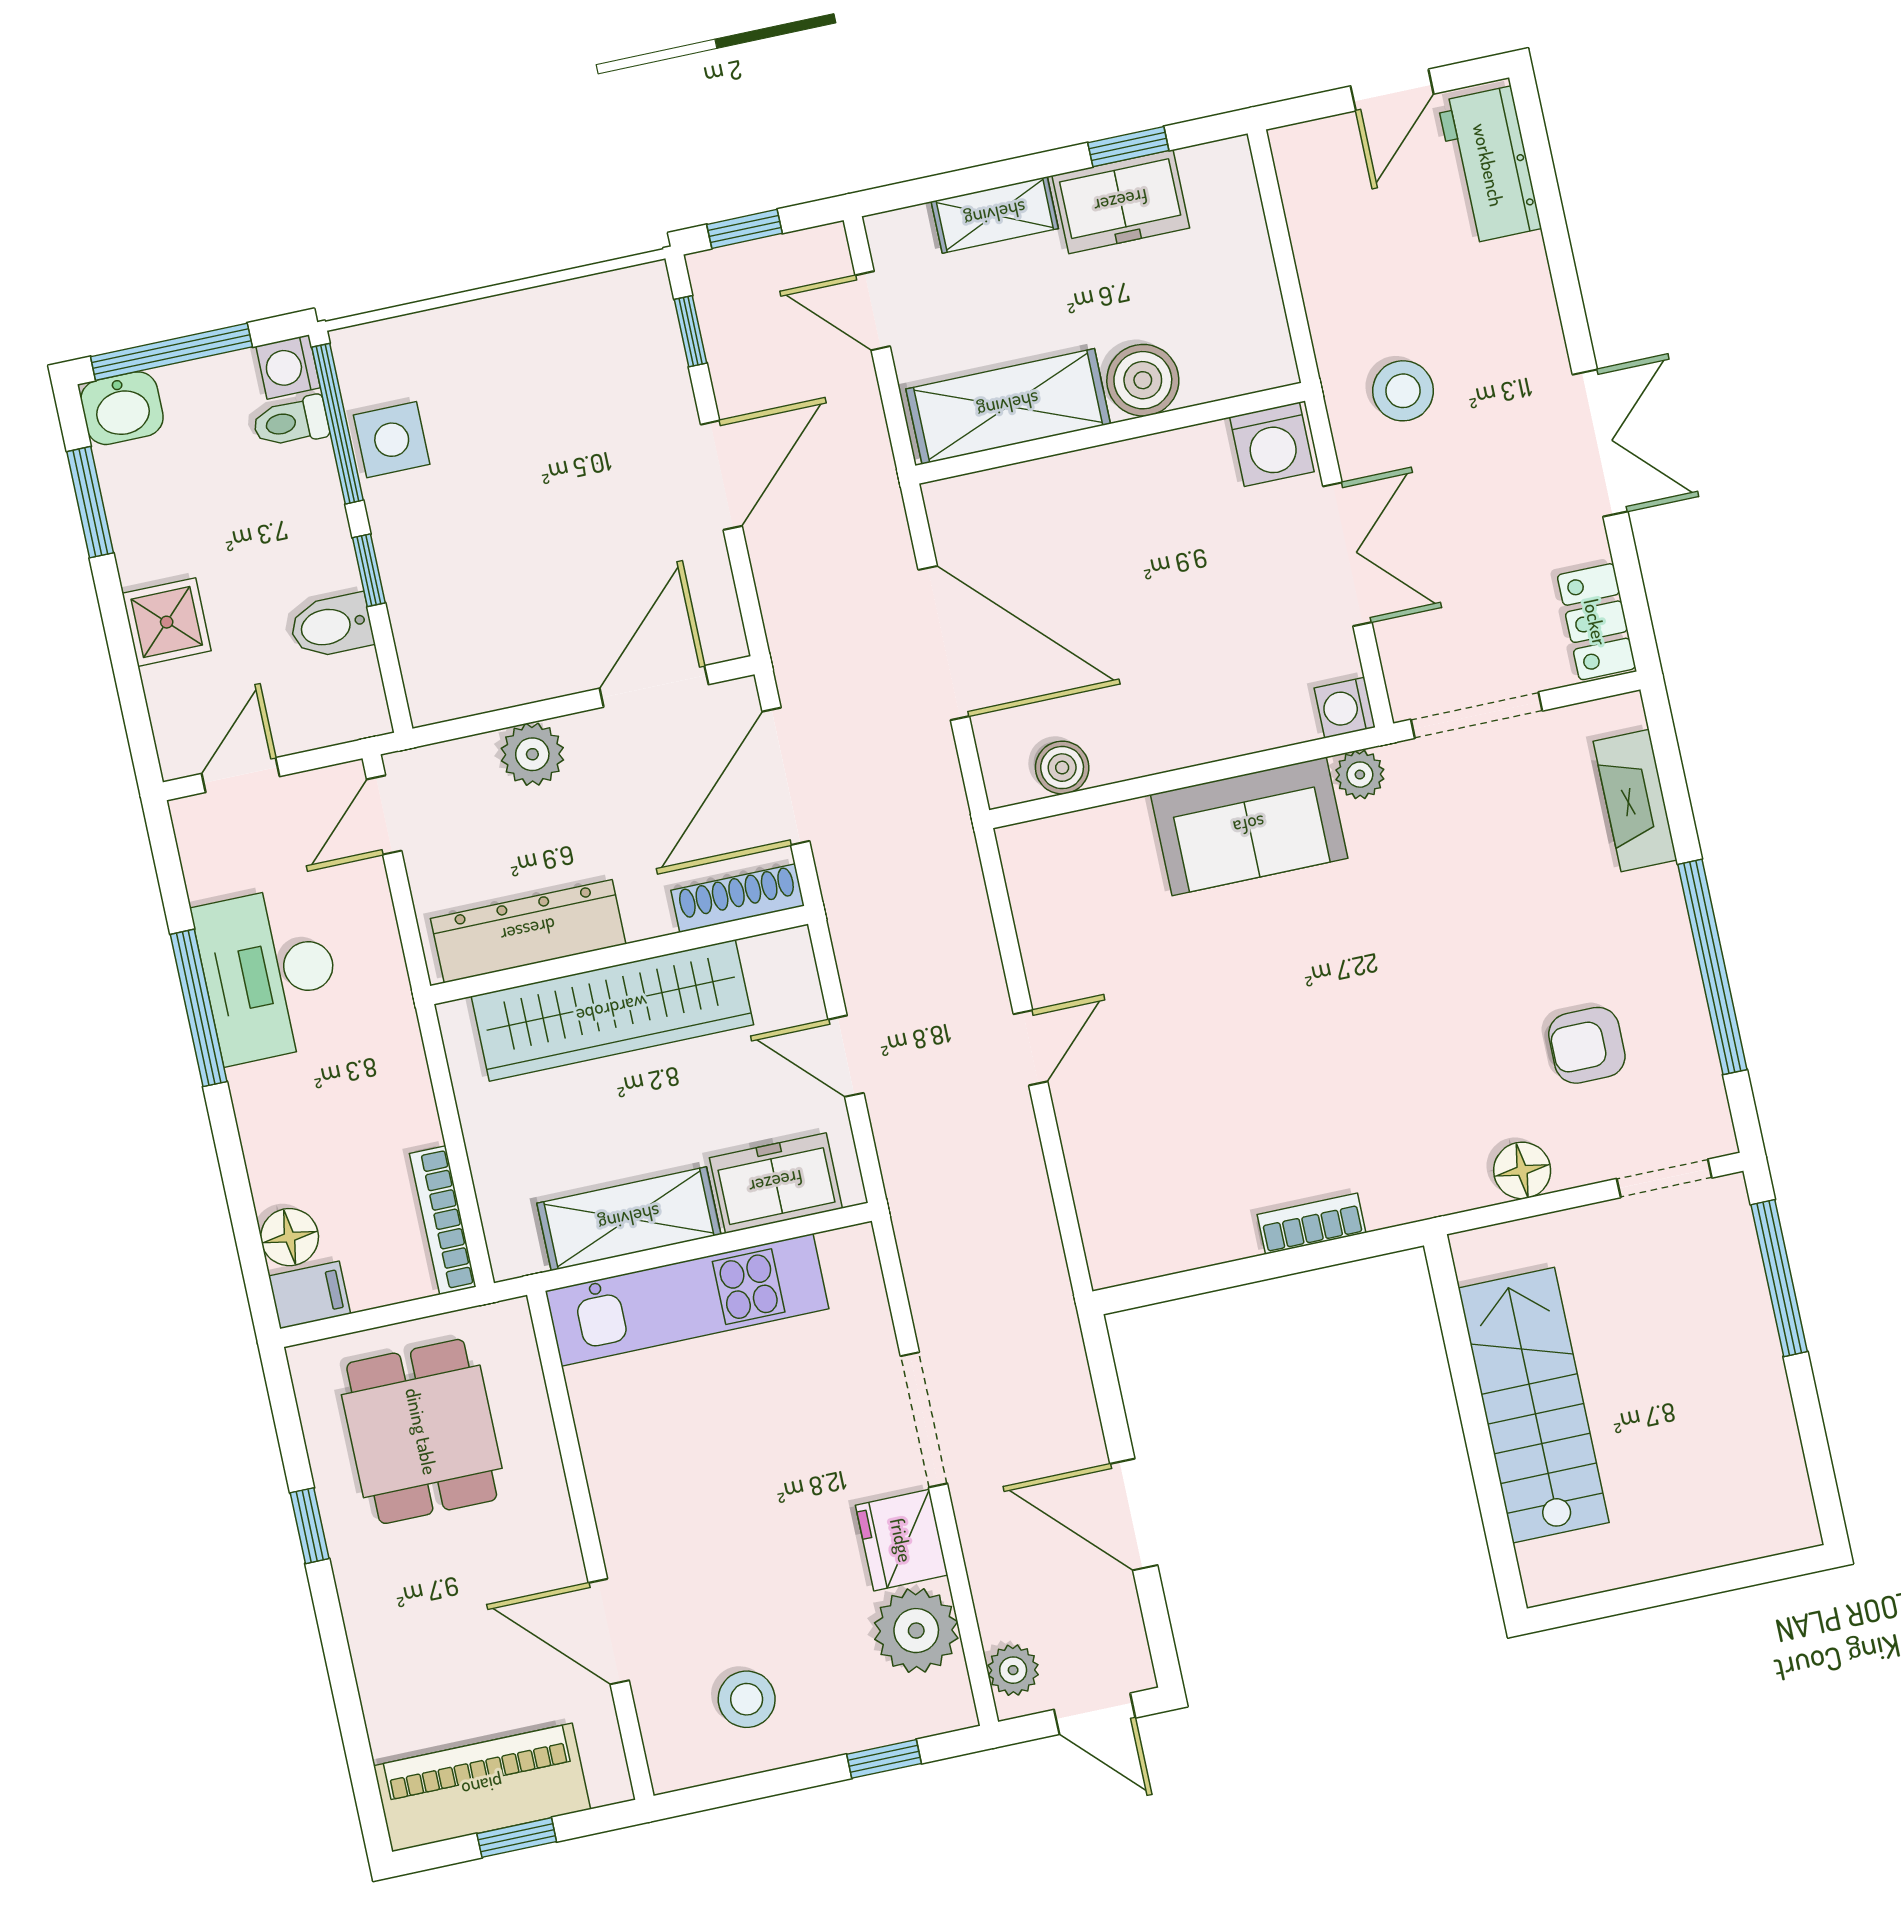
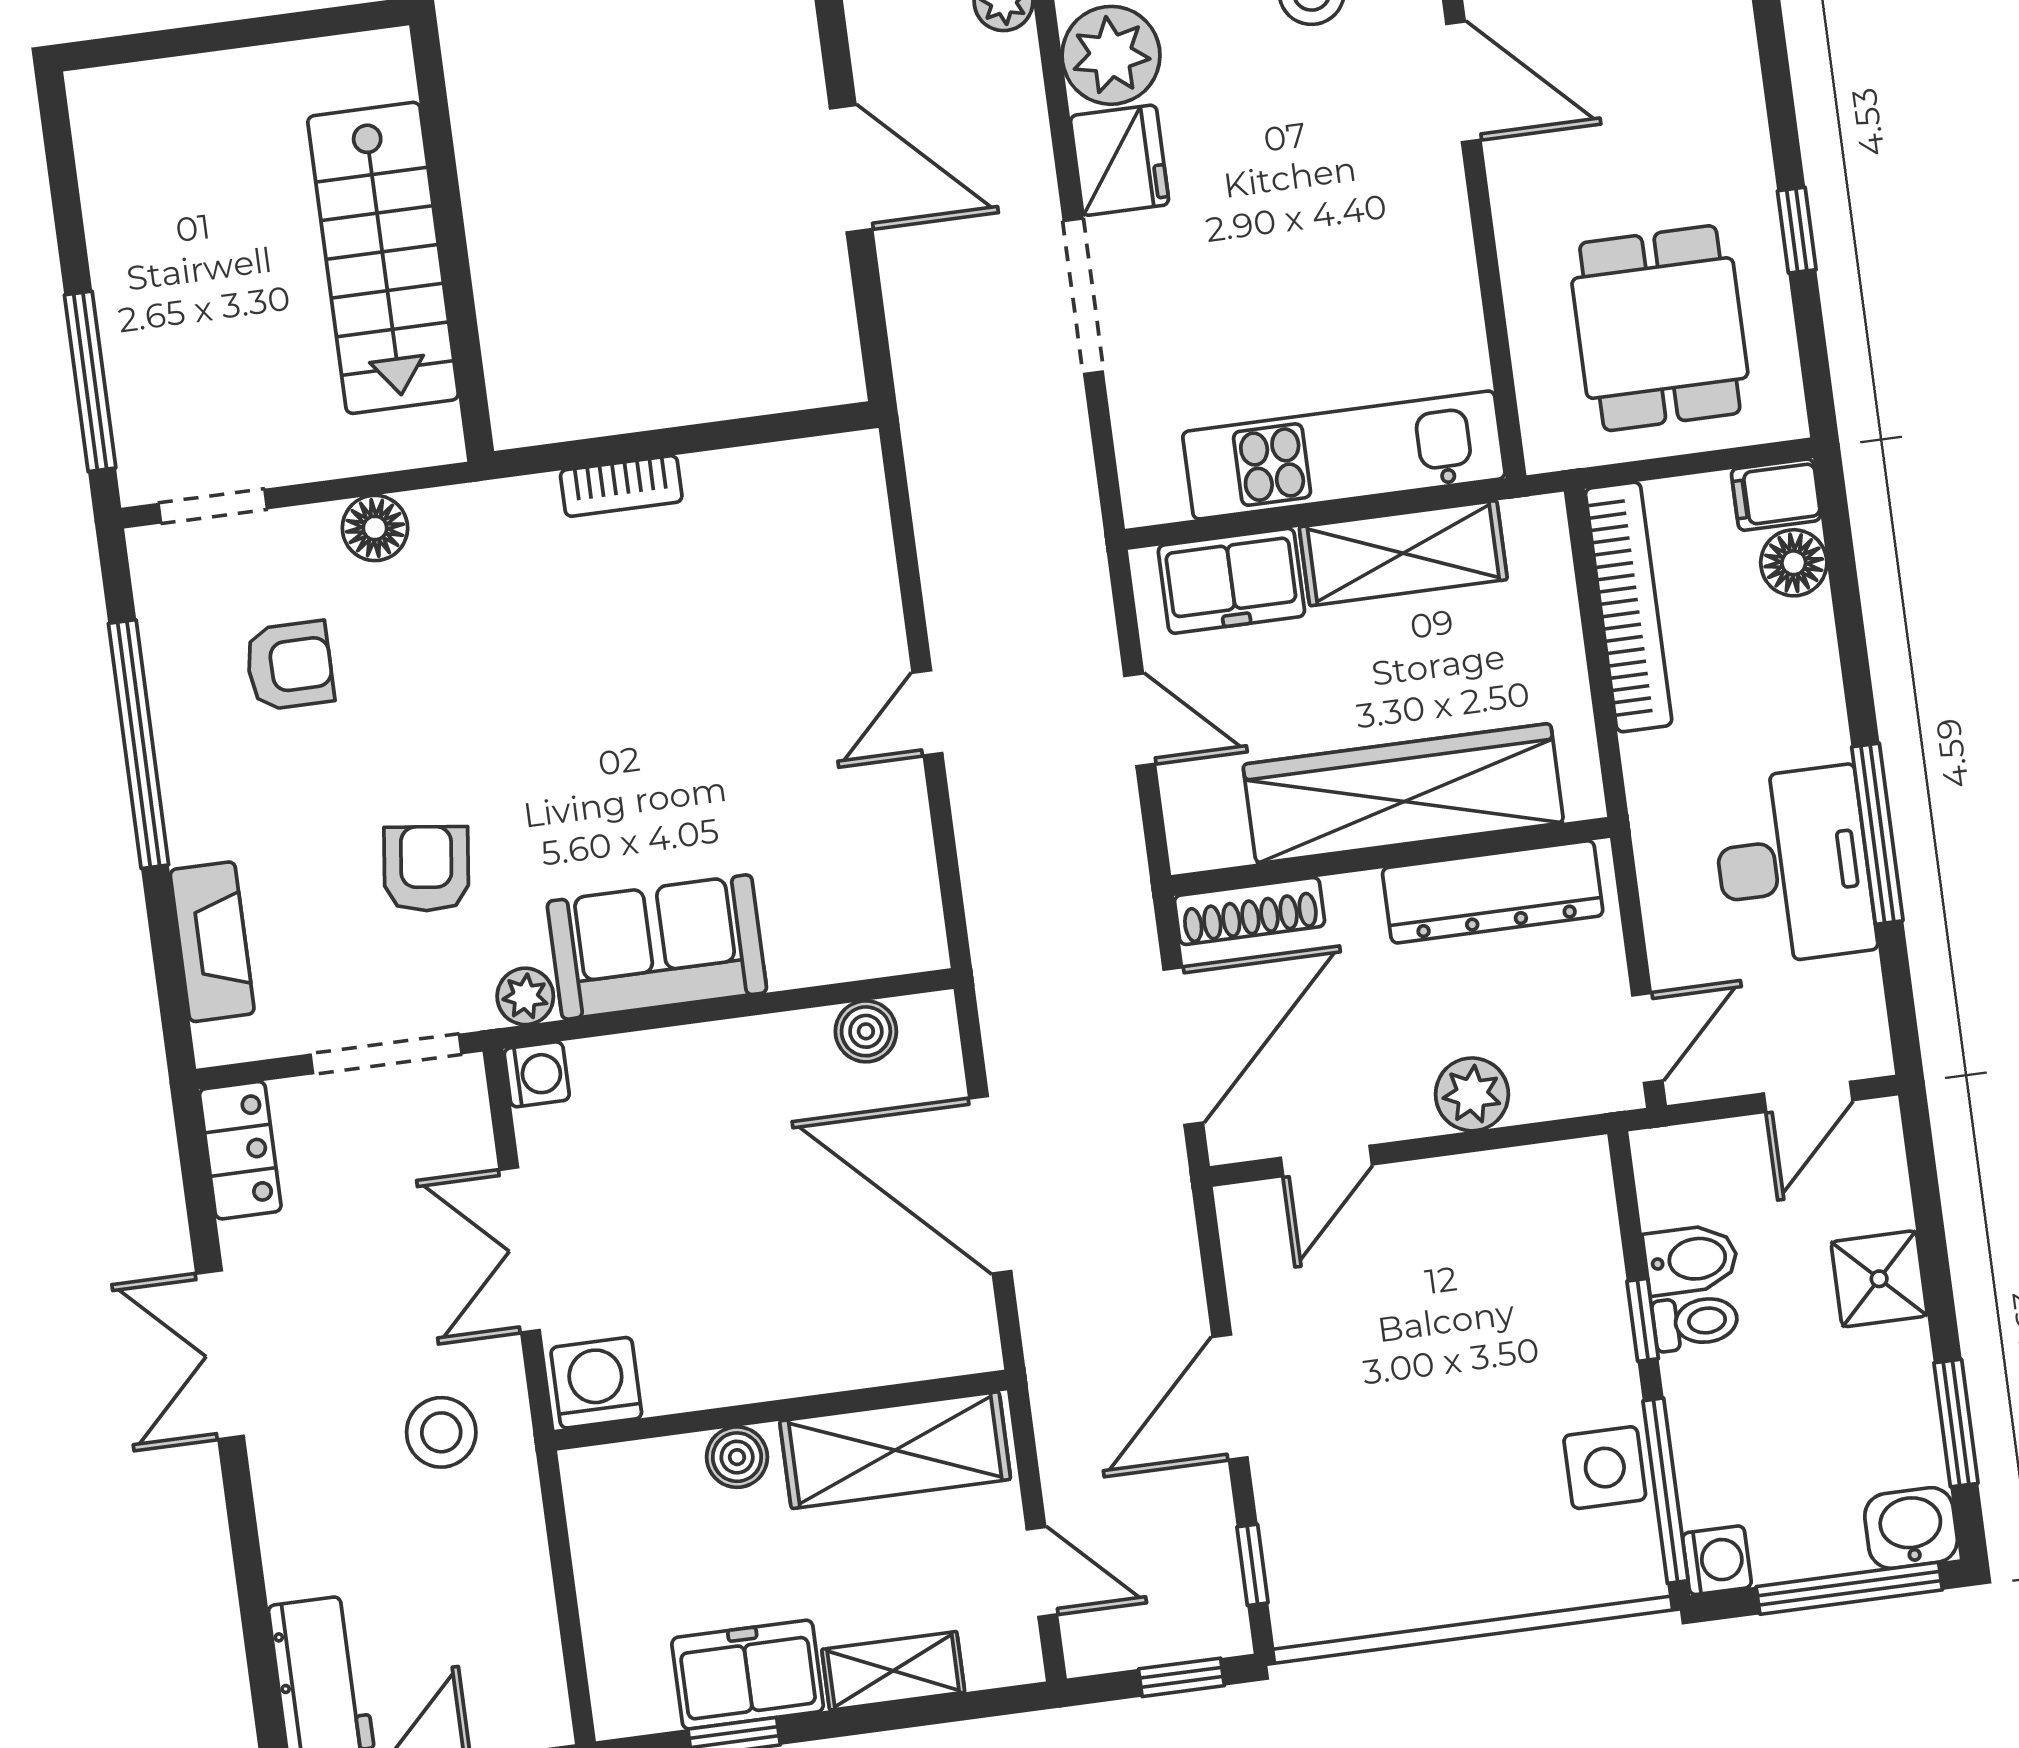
boiler: (1143, 380) -> (737, 1457), width x0.73, depth x0.73
toilet: (291, 422) -> (1695, 1322), moved
door: (654, 686) -> (1326, 1161), width x0.73
armchair: (1454, 878) -> (426, 869), added
bookcase: (443, 1220) -> (1629, 607), width x1.48, depth x1.31

